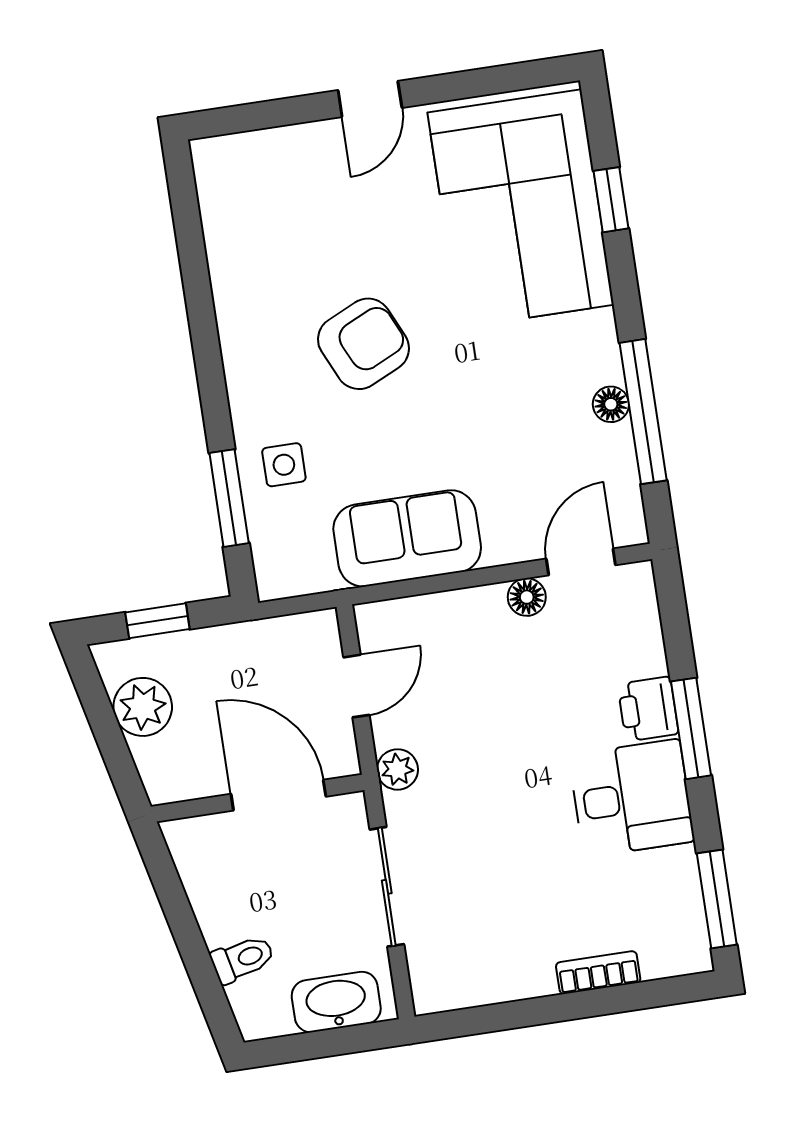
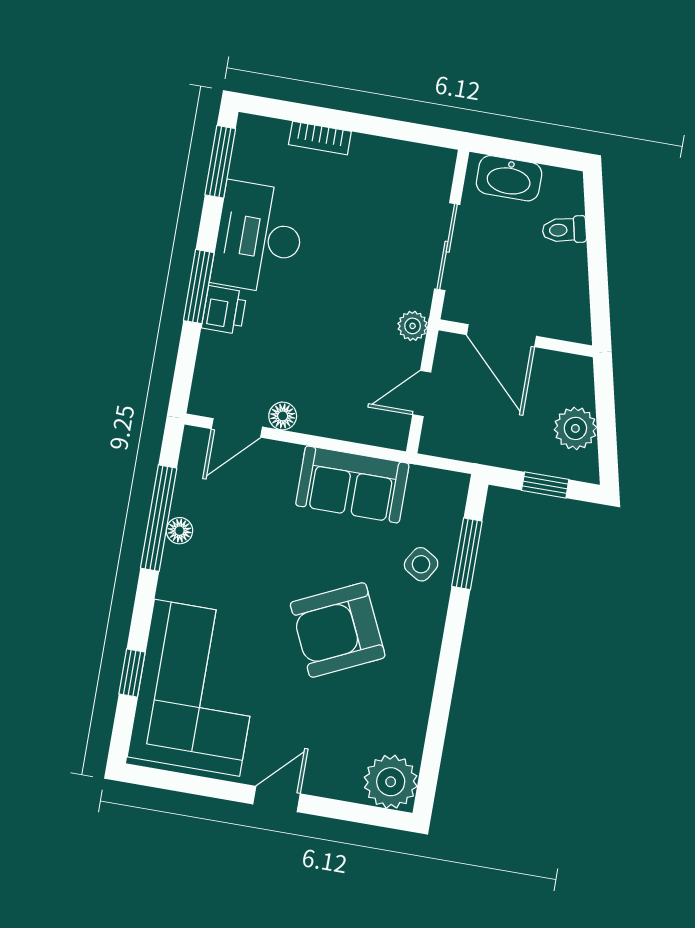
plant: (230, 170) -> (391, 782), added
armchair: (363, 344) -> (338, 630), width x1.36, depth x1.36
side table: (284, 465) -> (421, 564), turned 31
desk: (632, 798) -> (259, 238), width x1.37

